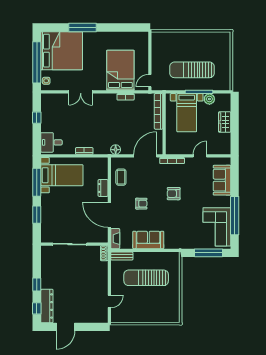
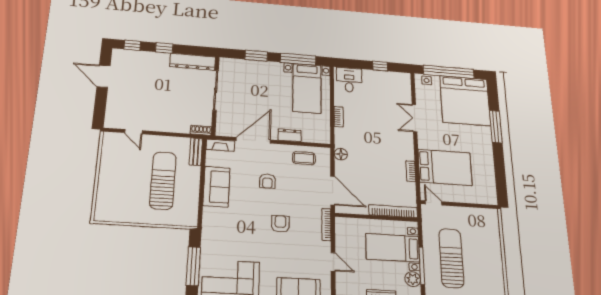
dresser: (47, 306) -> (193, 62), moved

